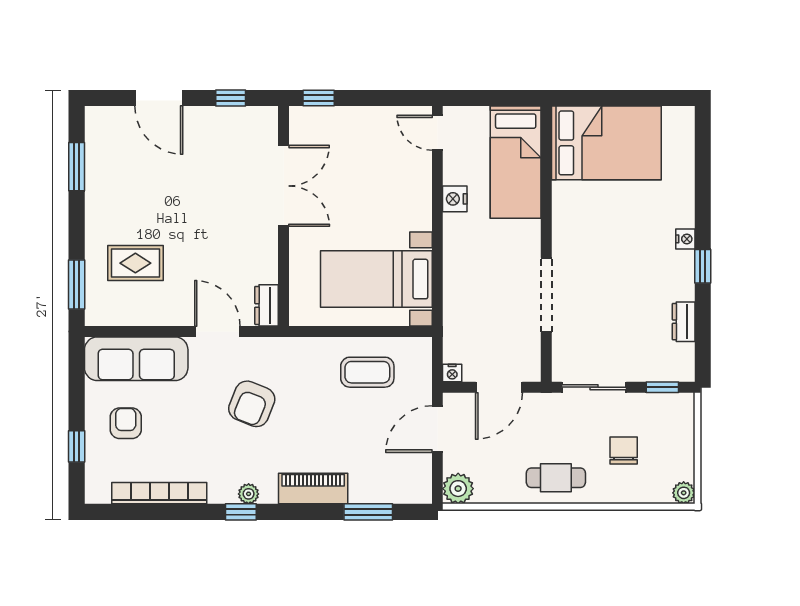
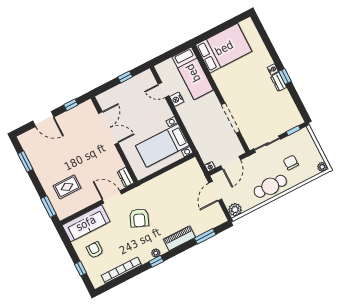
window: (319, 98) -> (125, 77), moved
door: (437, 133) -> (163, 90), moved
dresser: (684, 322) -> (278, 82), moved
coffee table: (367, 372) -> (177, 183), removed
cafe table: (556, 478) -> (270, 186), width x1.37, depth x1.35

